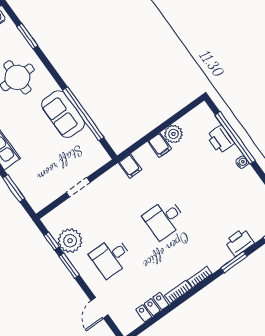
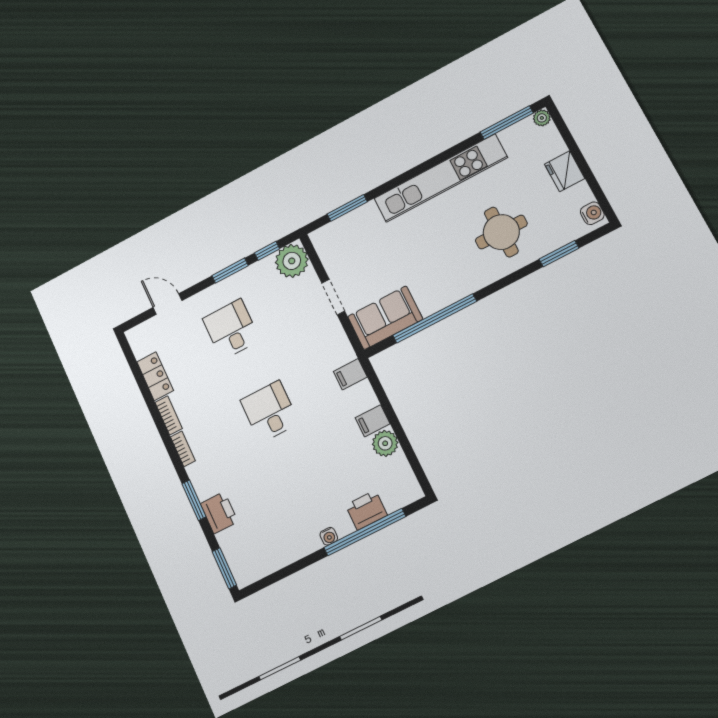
sofa: (63, 114) -> (385, 318), moved
plant: (70, 241) -> (292, 261), moved

